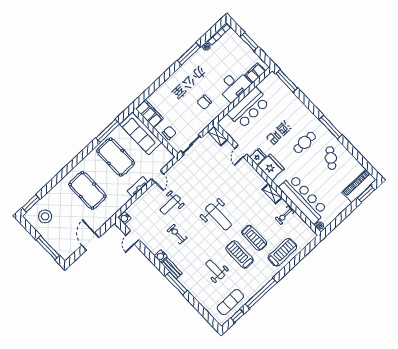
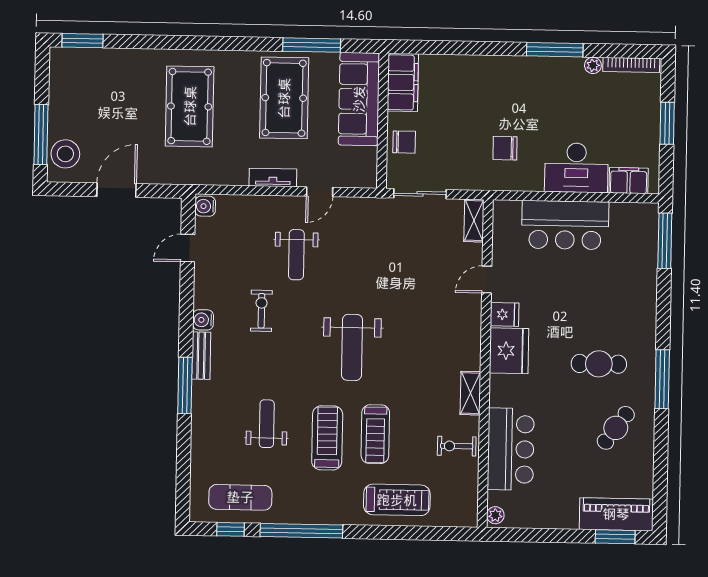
bar counter: (303, 199) -> (511, 449), width x0.73
weight bench: (170, 204) -> (296, 255), turned -90
stool: (45, 216) -> (65, 154), moved

